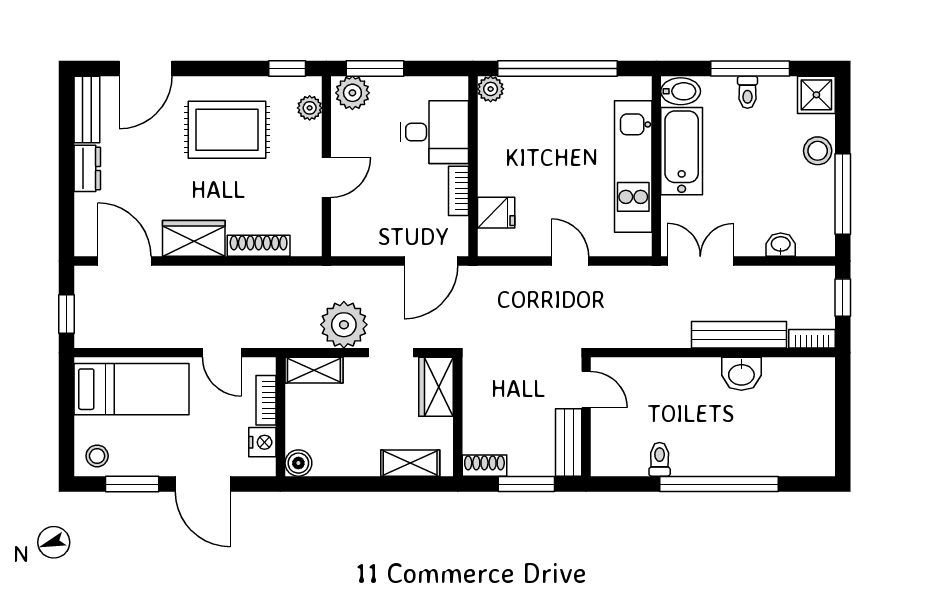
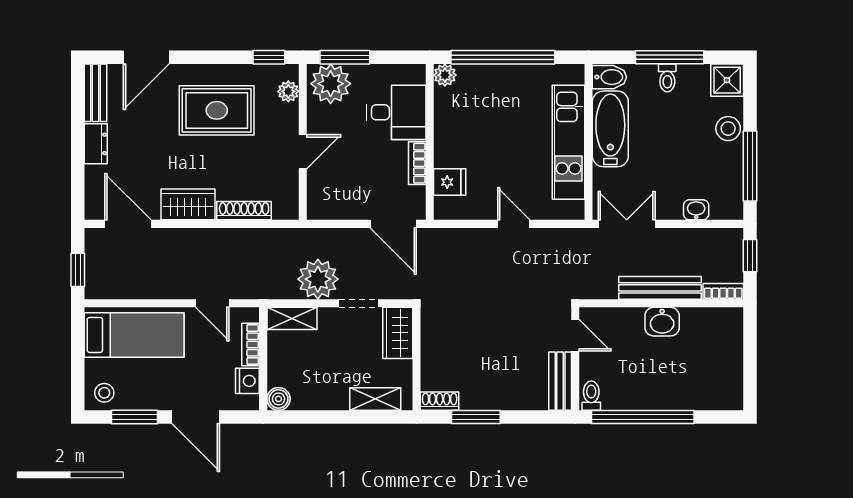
plant: (352, 93) -> (331, 84), width x1.36, depth x1.36
door: (431, 261) -> (393, 224), hinge flipped
door: (586, 390) -> (575, 335), moved
wall: (586, 417) -> (575, 359), moved
bench: (569, 443) -> (560, 381), moved

